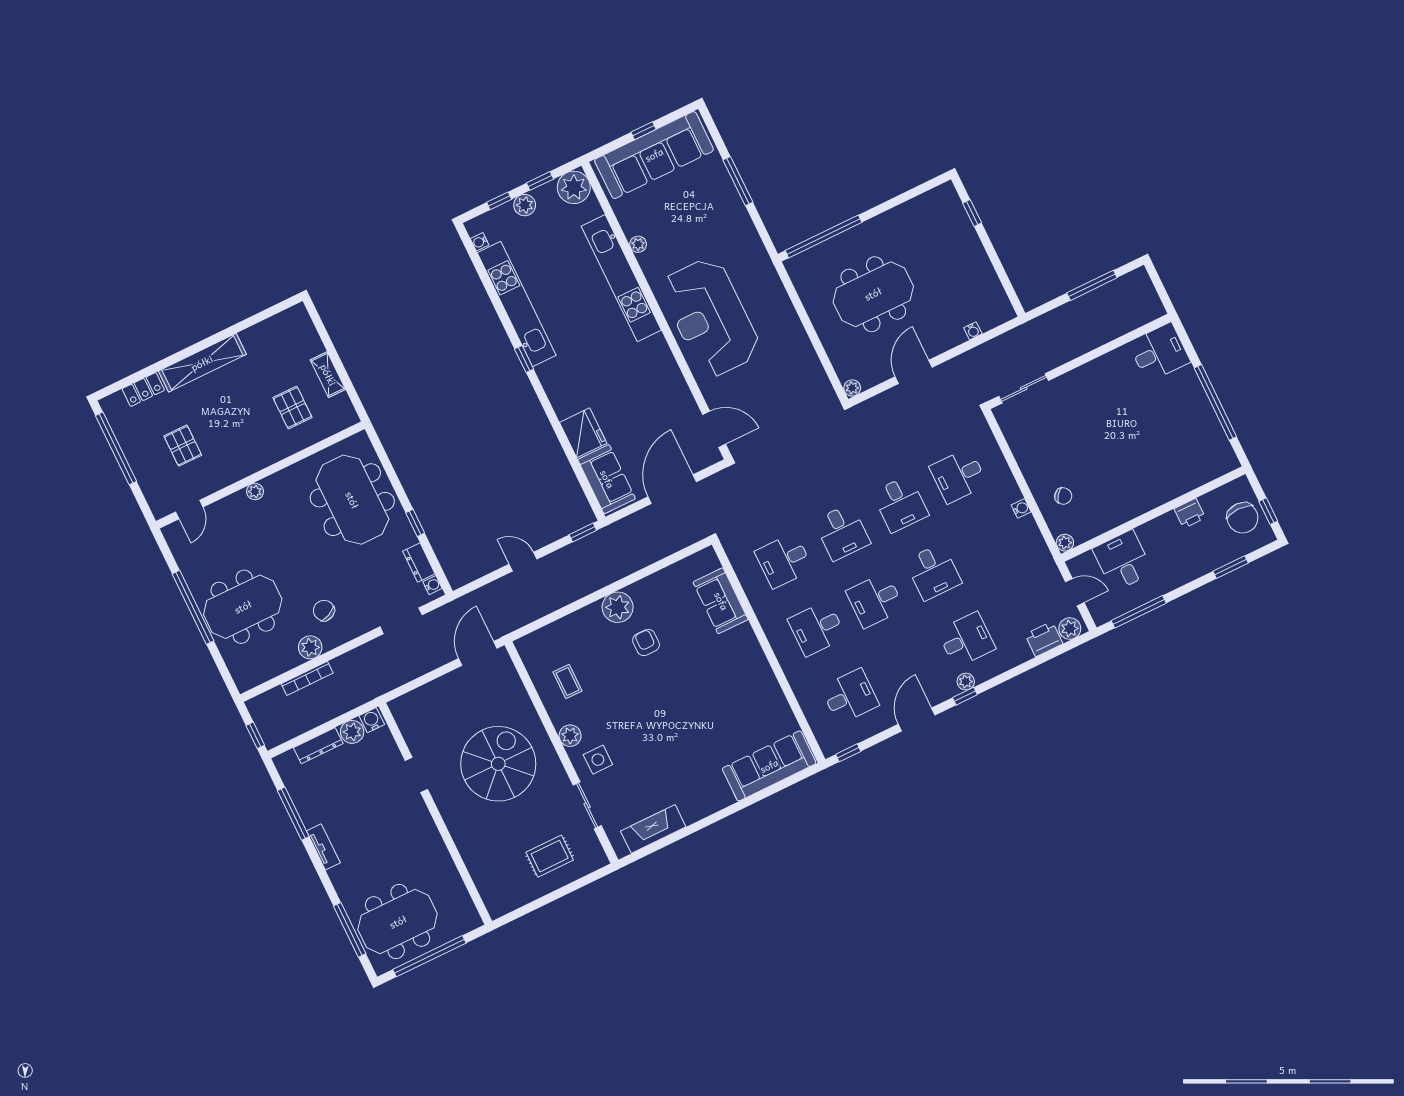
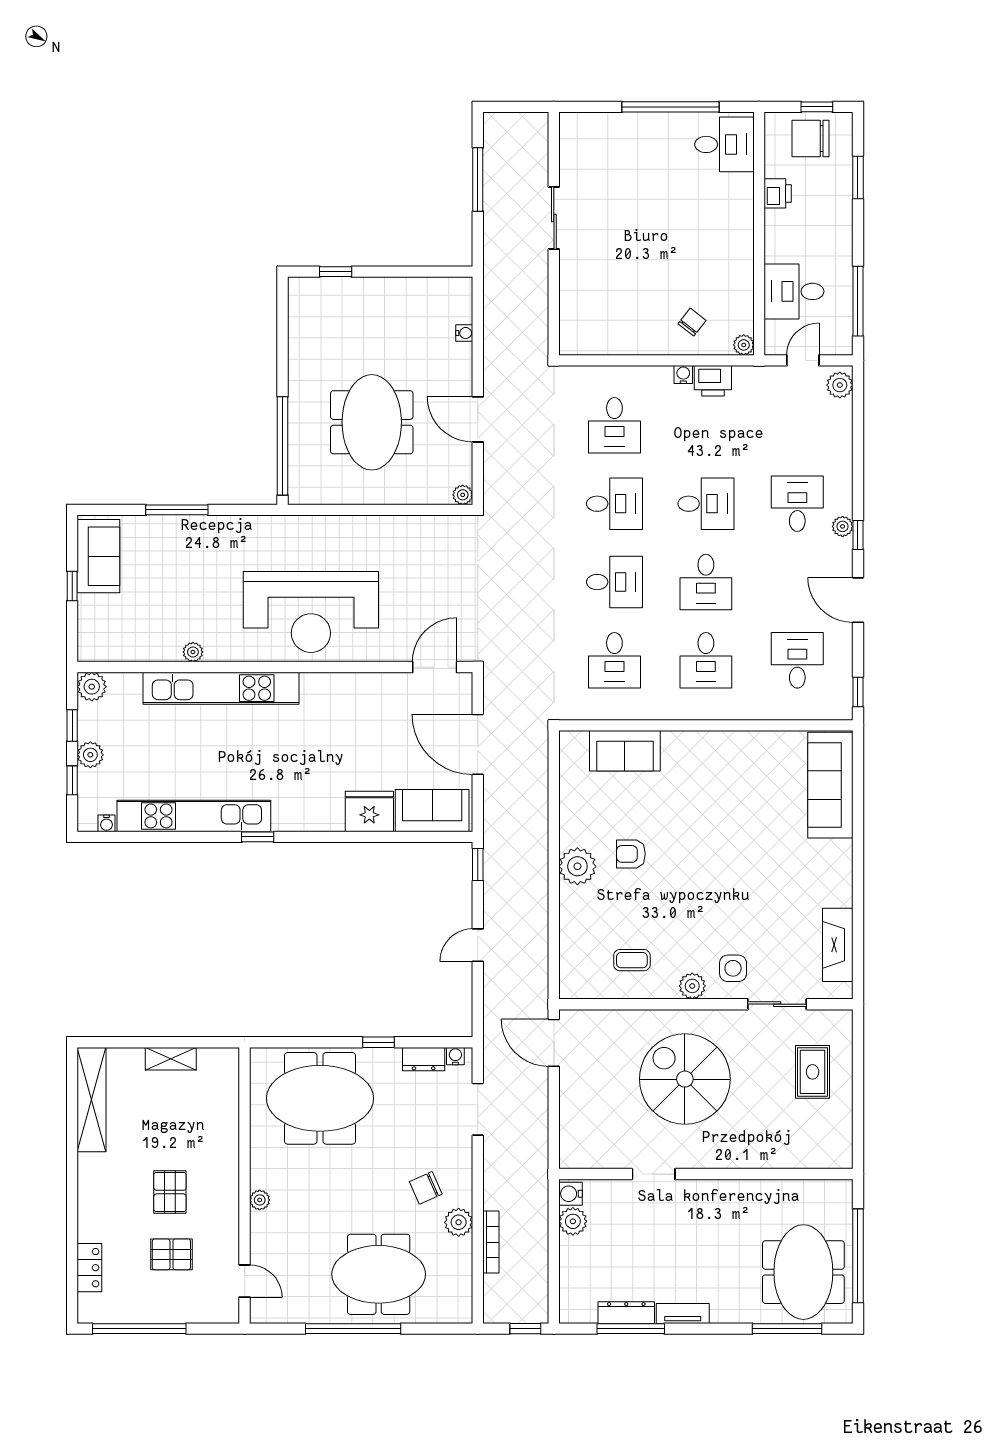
sofa: (654, 155) -> (98, 556), width x0.54, depth x0.79
plant: (574, 187) -> (92, 687), width x0.73, depth x0.73
desk: (1159, 352) -> (724, 144), moved, turned 90
shelving: (202, 363) -> (92, 1100), moved
sliding door: (1024, 388) -> (554, 218), moved
pallet: (292, 408) -> (170, 1192), moved, turned 90
chair: (1242, 518) -> (811, 138), turned 180
meeting table: (243, 607) -> (379, 1274), turned 90
printer: (1044, 639) -> (713, 381), moved, turned -90
dresser: (318, 746) -> (626, 1313), moved, turned -90

